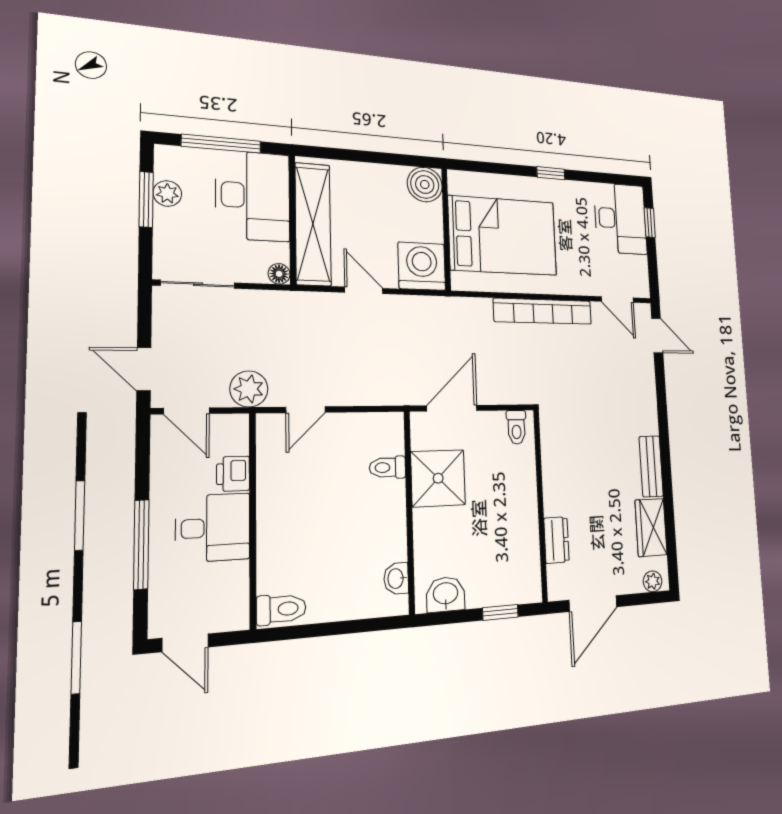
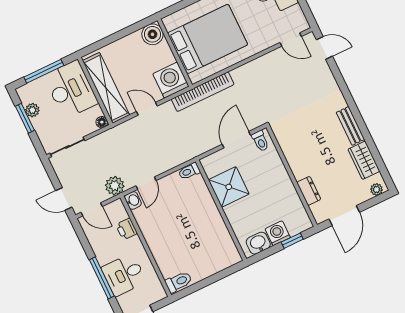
bookcase: (543, 311) -> (203, 92), moved
door: (452, 408) -> (236, 140), moved
toilet: (387, 467) -> (189, 171), moved
desk: (213, 528) -> (124, 275), moved, turned 180
washbasin: (396, 579) -> (133, 200), moved, turned 180
washing machine: (483, 590) -> (278, 233), added

